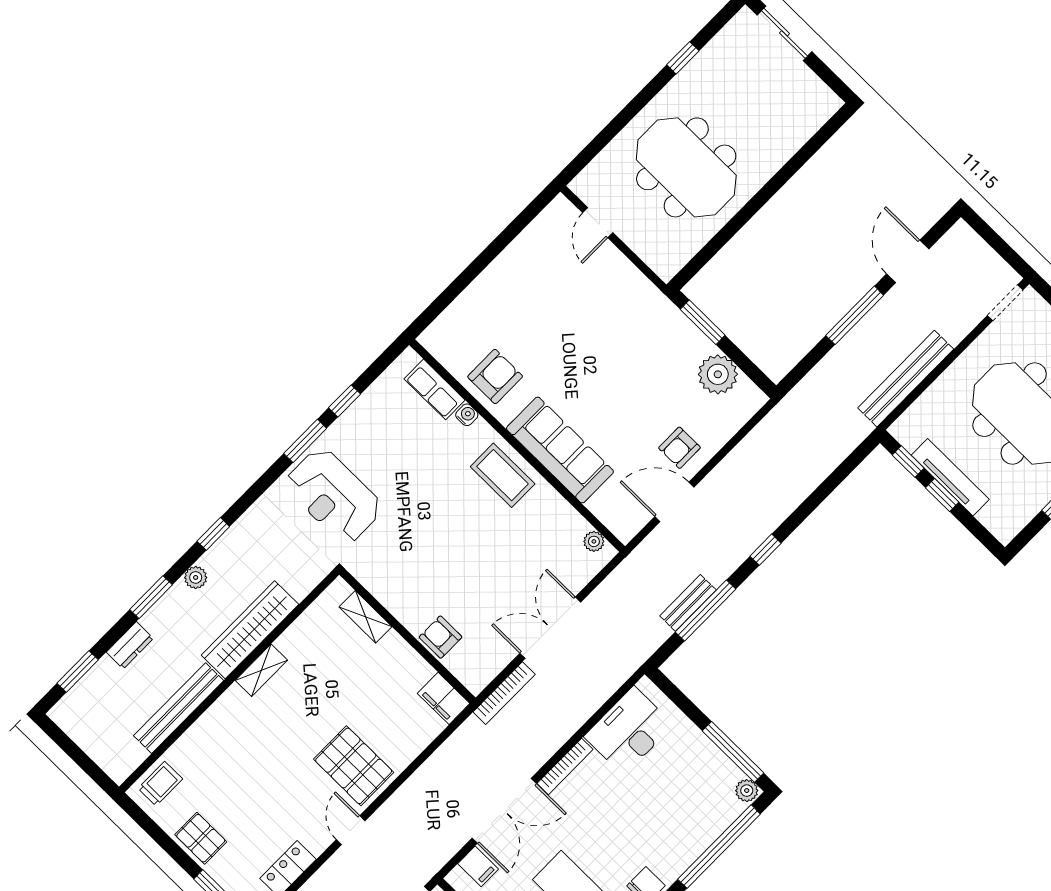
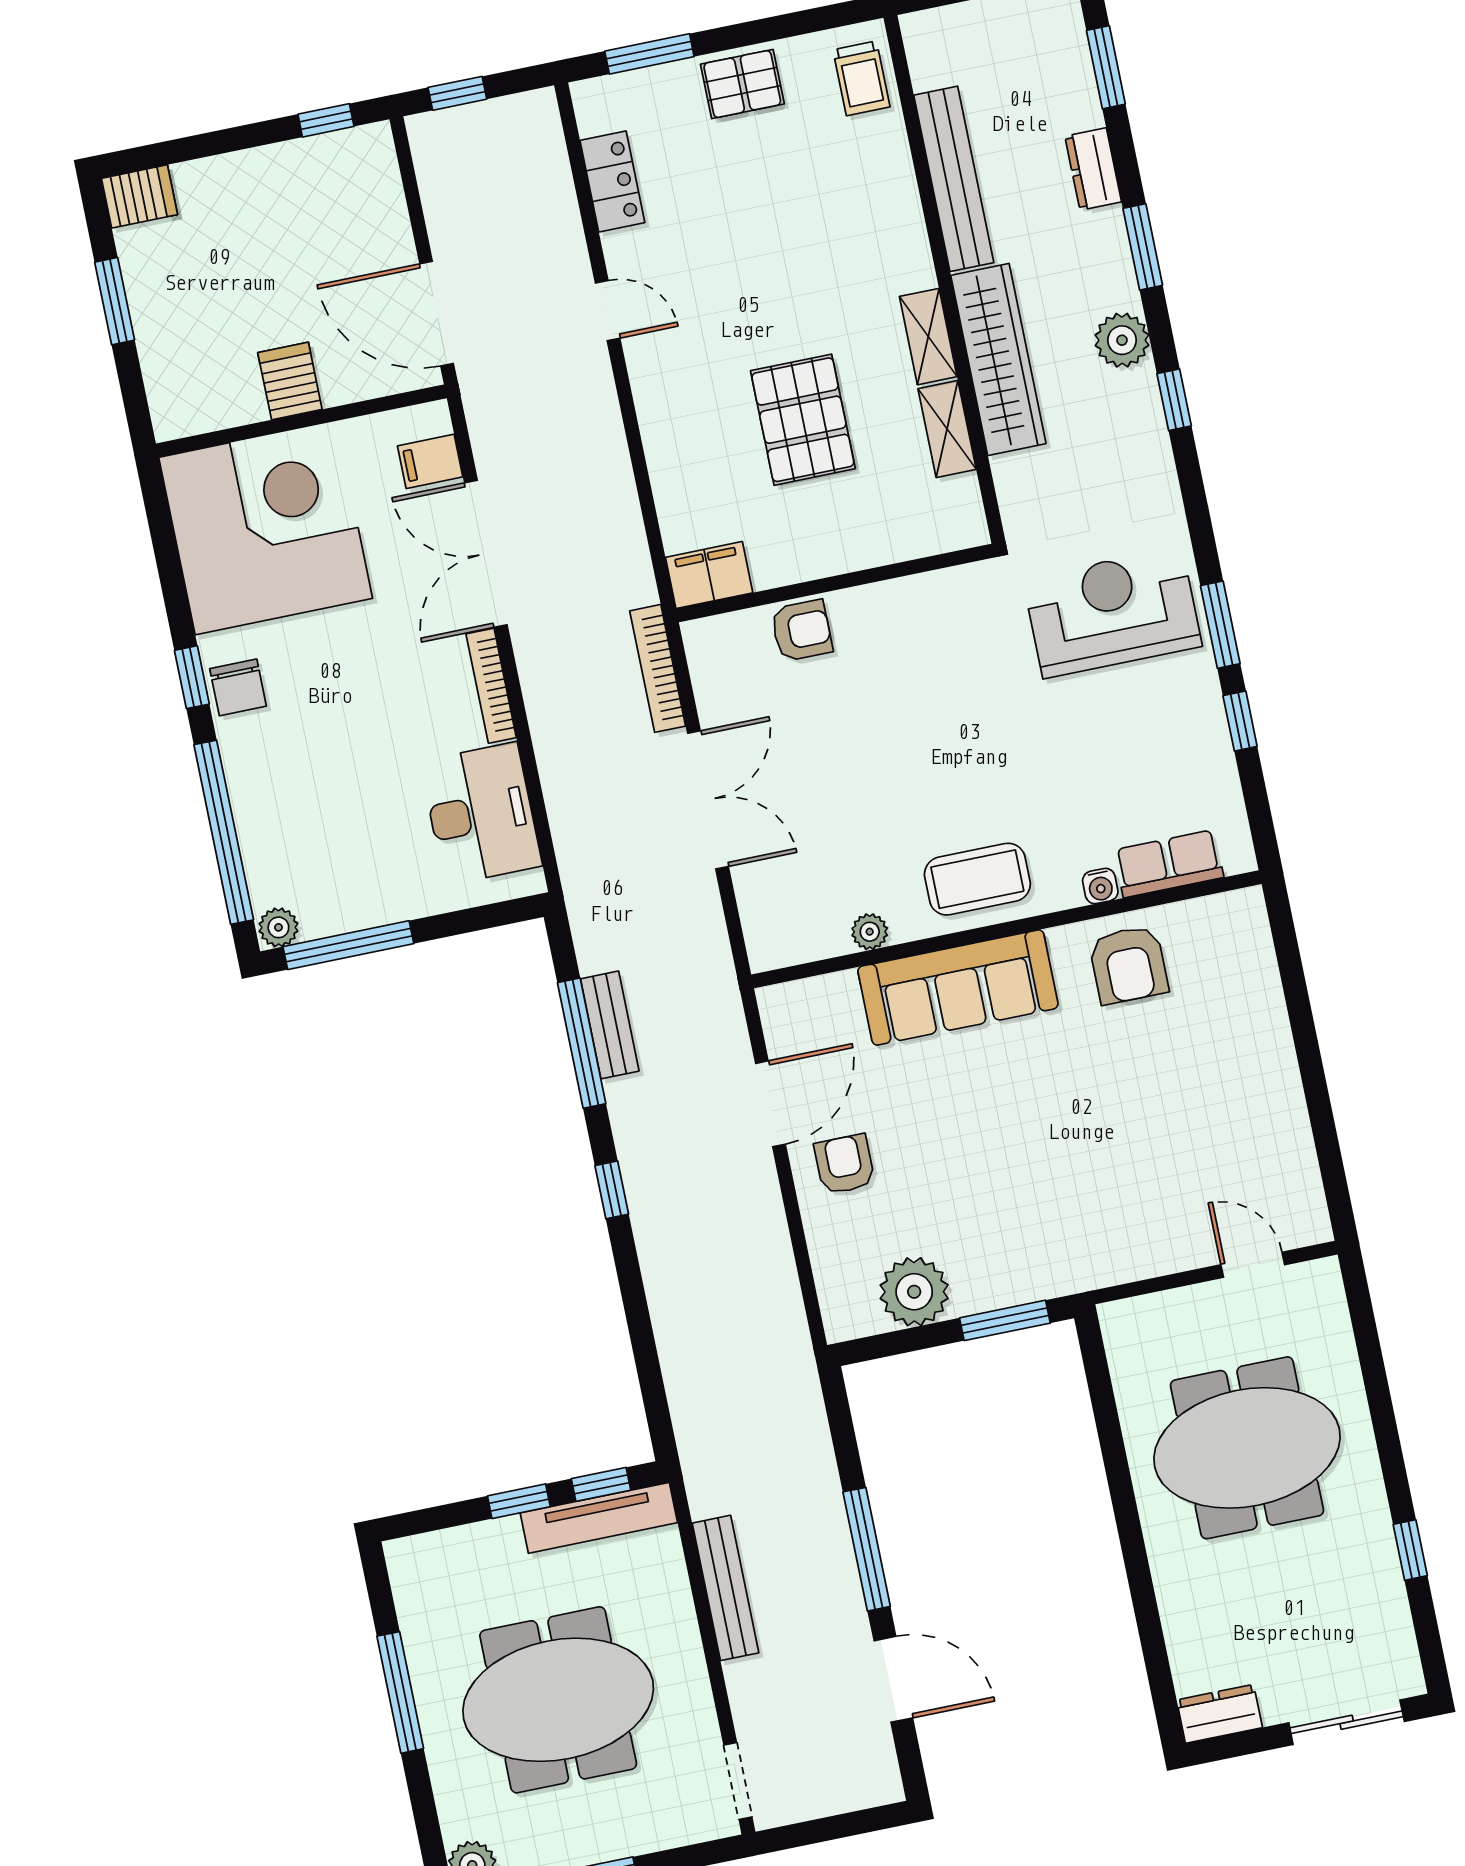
dresser: (821, 96) -> (1219, 1714), added
bench: (906, 379) -> (725, 1588), width x0.73, depth x0.82
tv unit: (950, 477) -> (599, 1518), moved
plant: (594, 541) -> (870, 932), moved
plant: (196, 577) -> (1122, 340), width x1.38, depth x1.38
shelving: (366, 617) -> (947, 429), moved, turned 90
pallet: (354, 766) -> (803, 420), moved, turned 90

